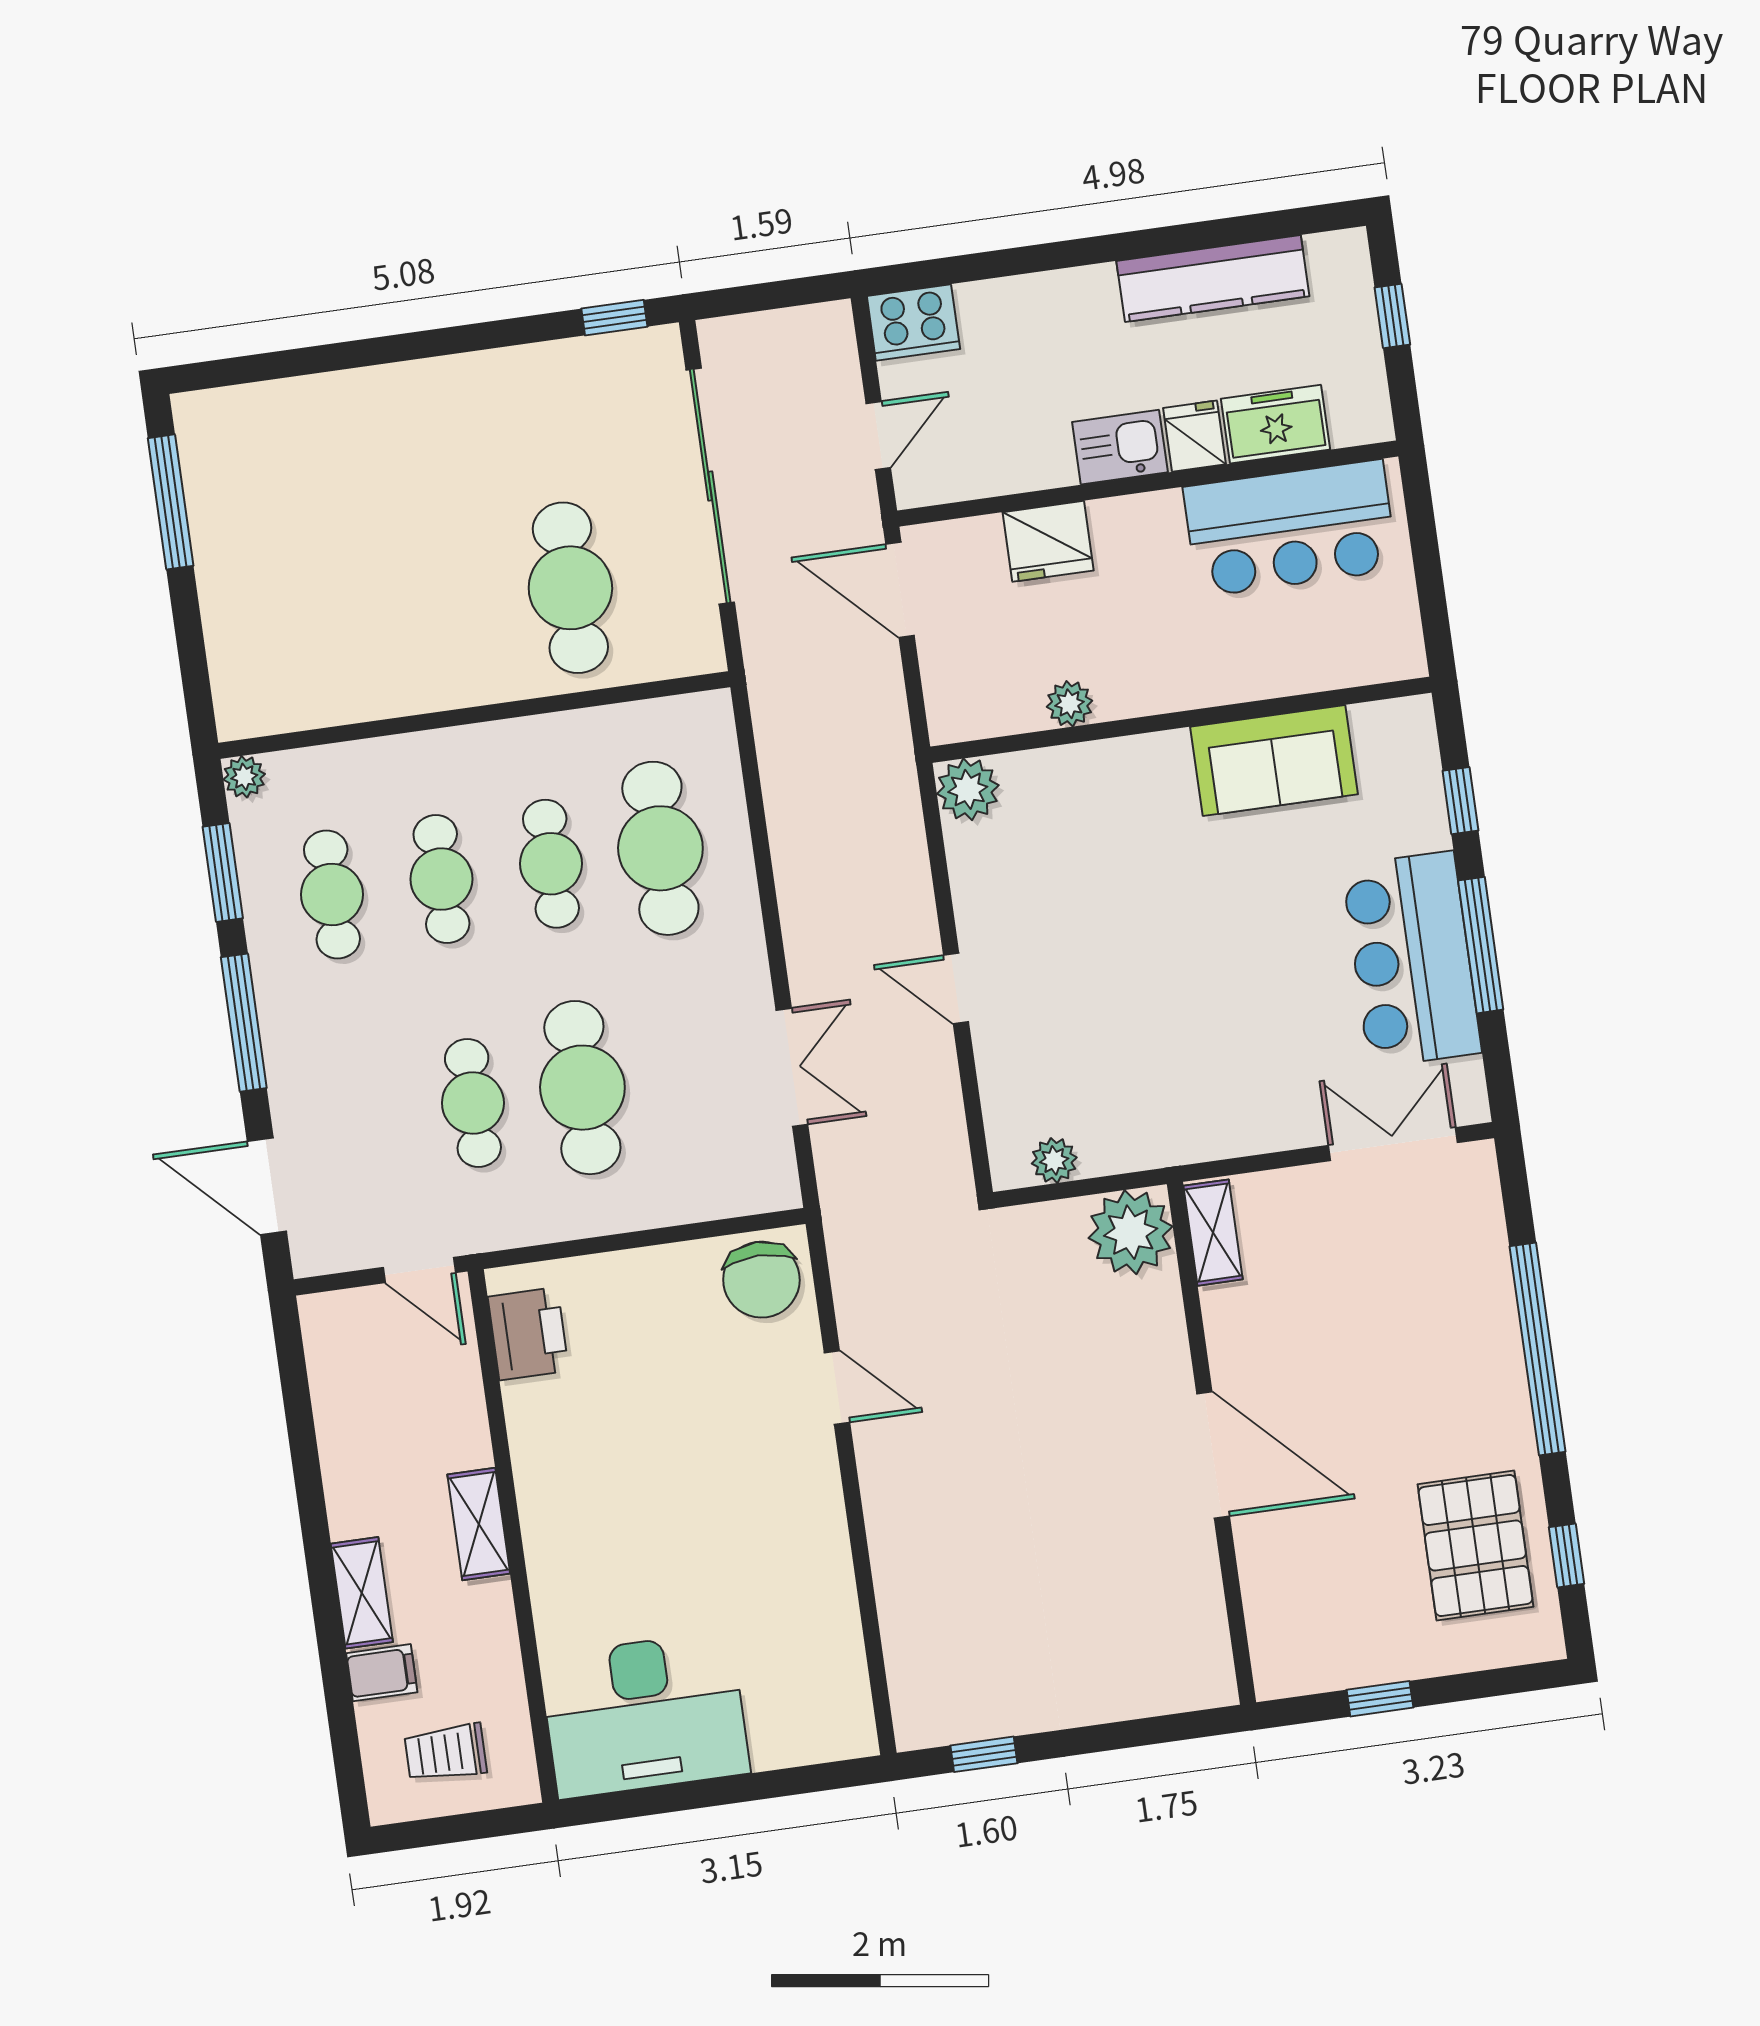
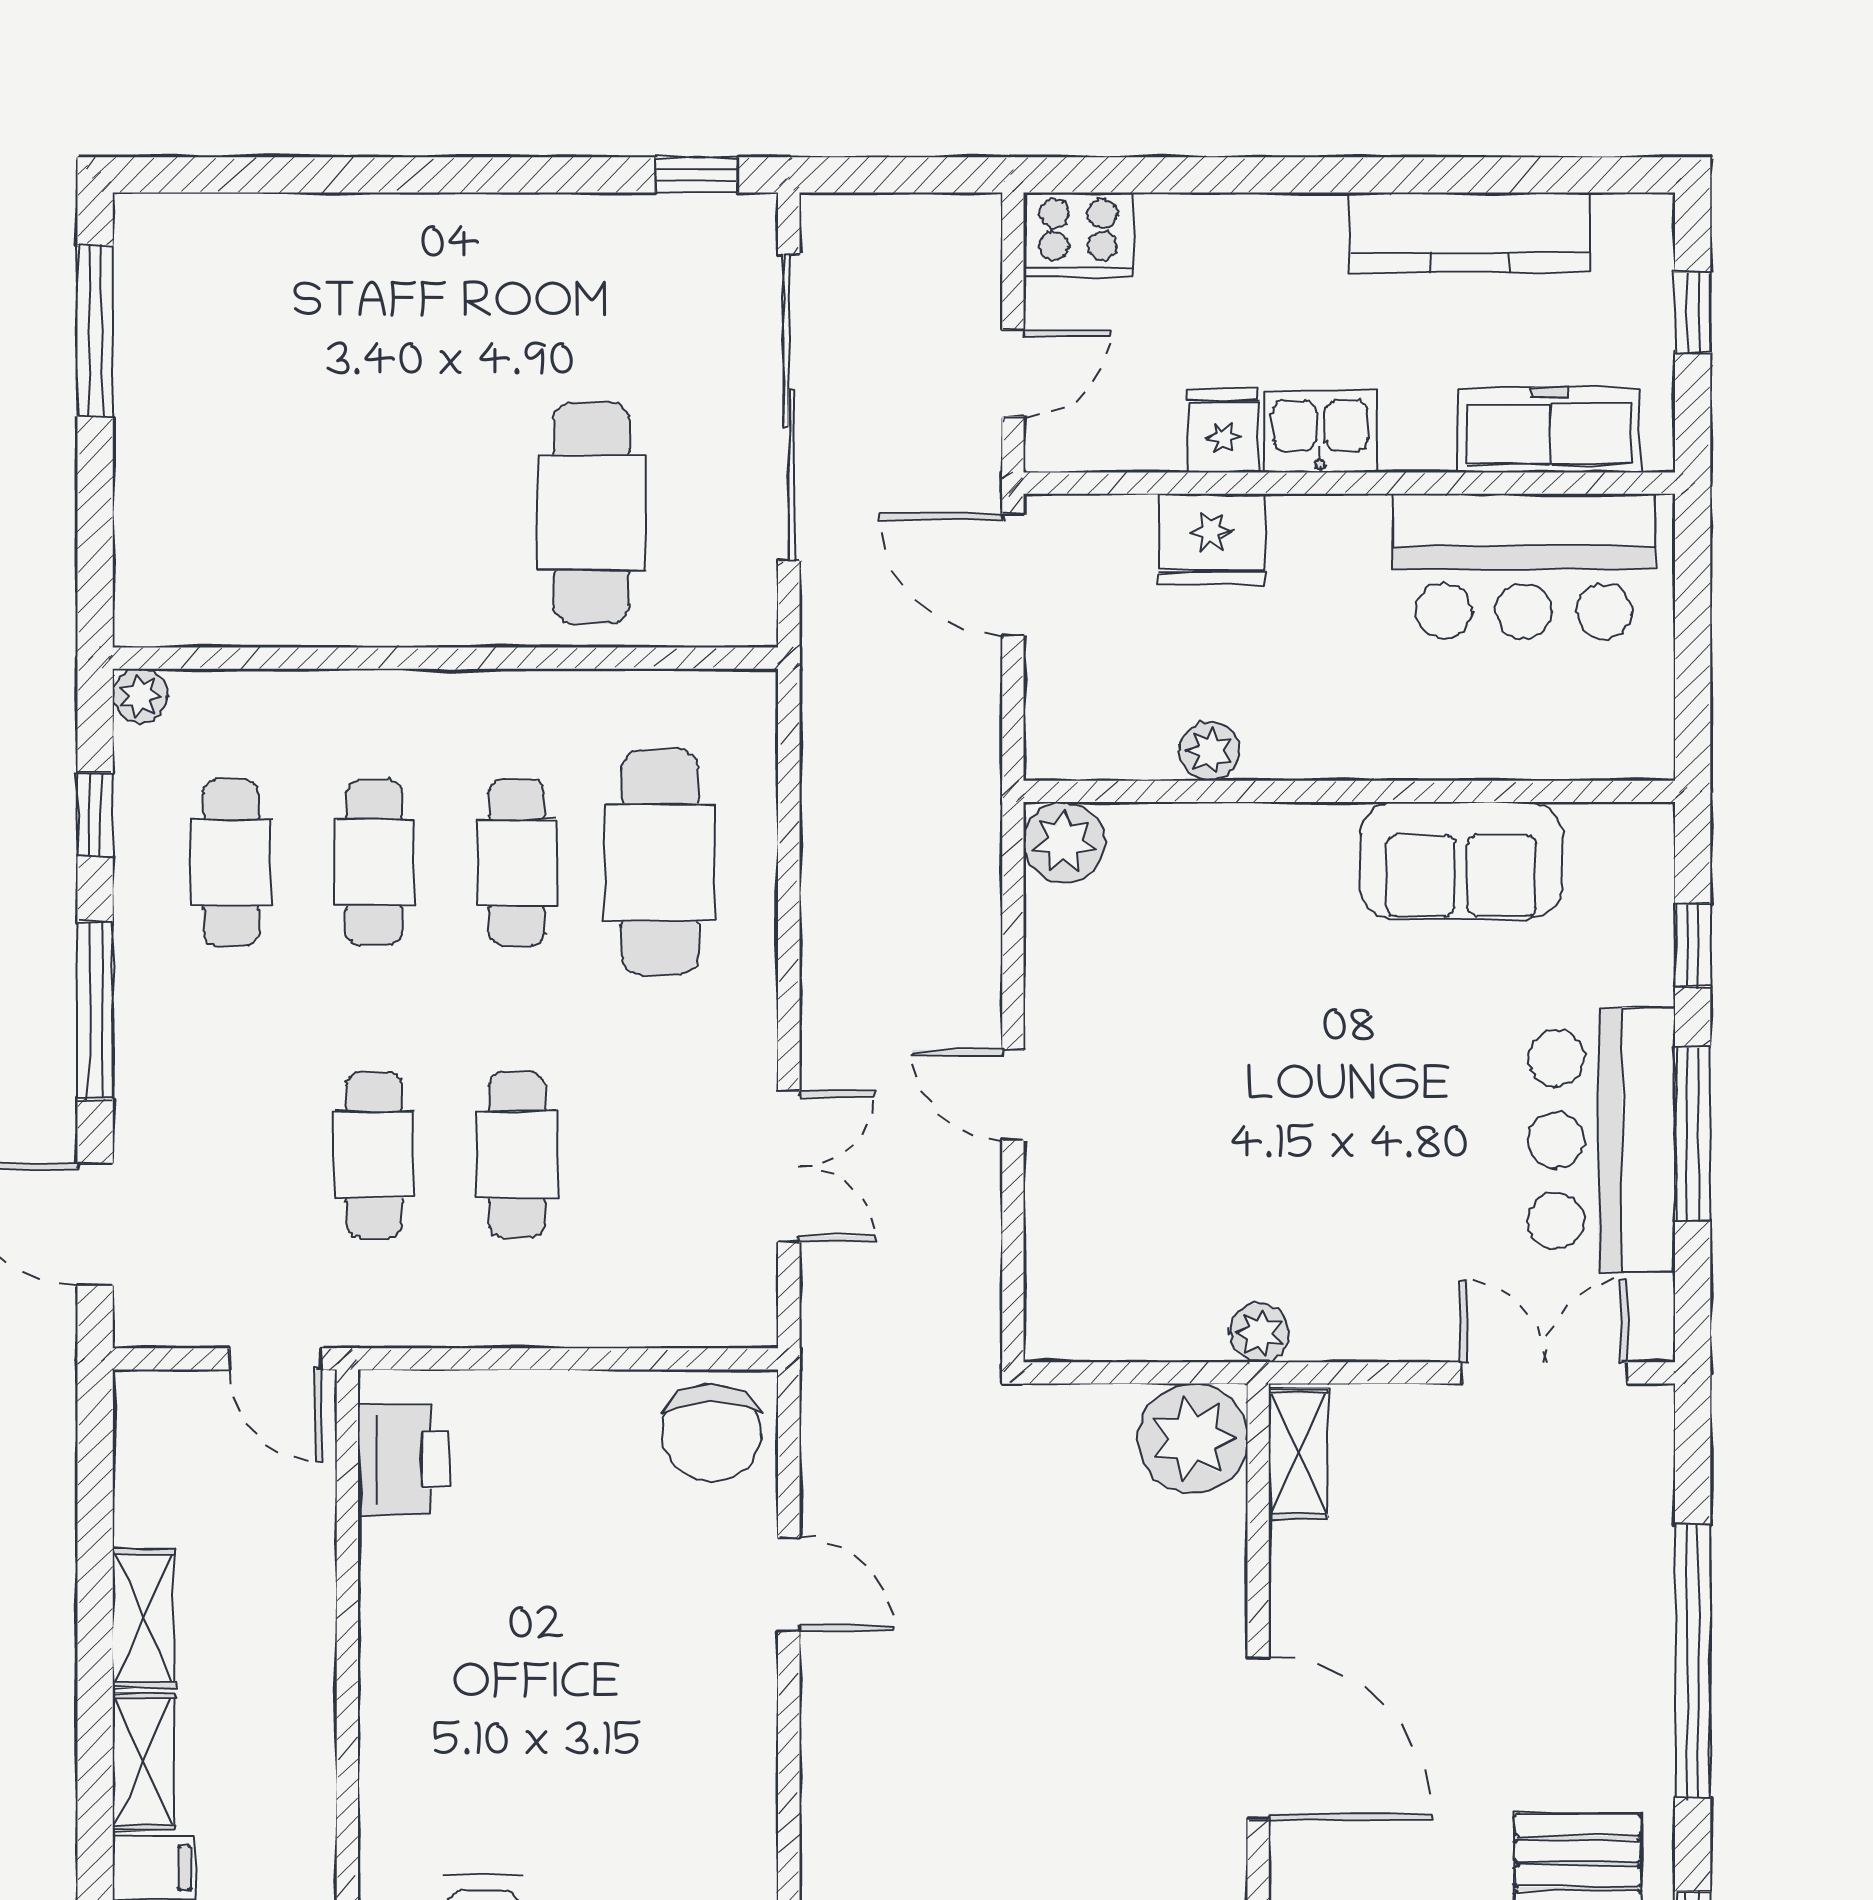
freezer: (1276, 424) -> (1550, 430), width x1.40
fridge: (1194, 436) -> (1223, 431), moved
window: (223, 872) -> (95, 815), width x0.67
cafe table: (582, 1088) -> (517, 1155), width x0.73, depth x0.74
plant: (1054, 1160) -> (1260, 1333), moved
shelving: (479, 1524) -> (144, 1618), moved

